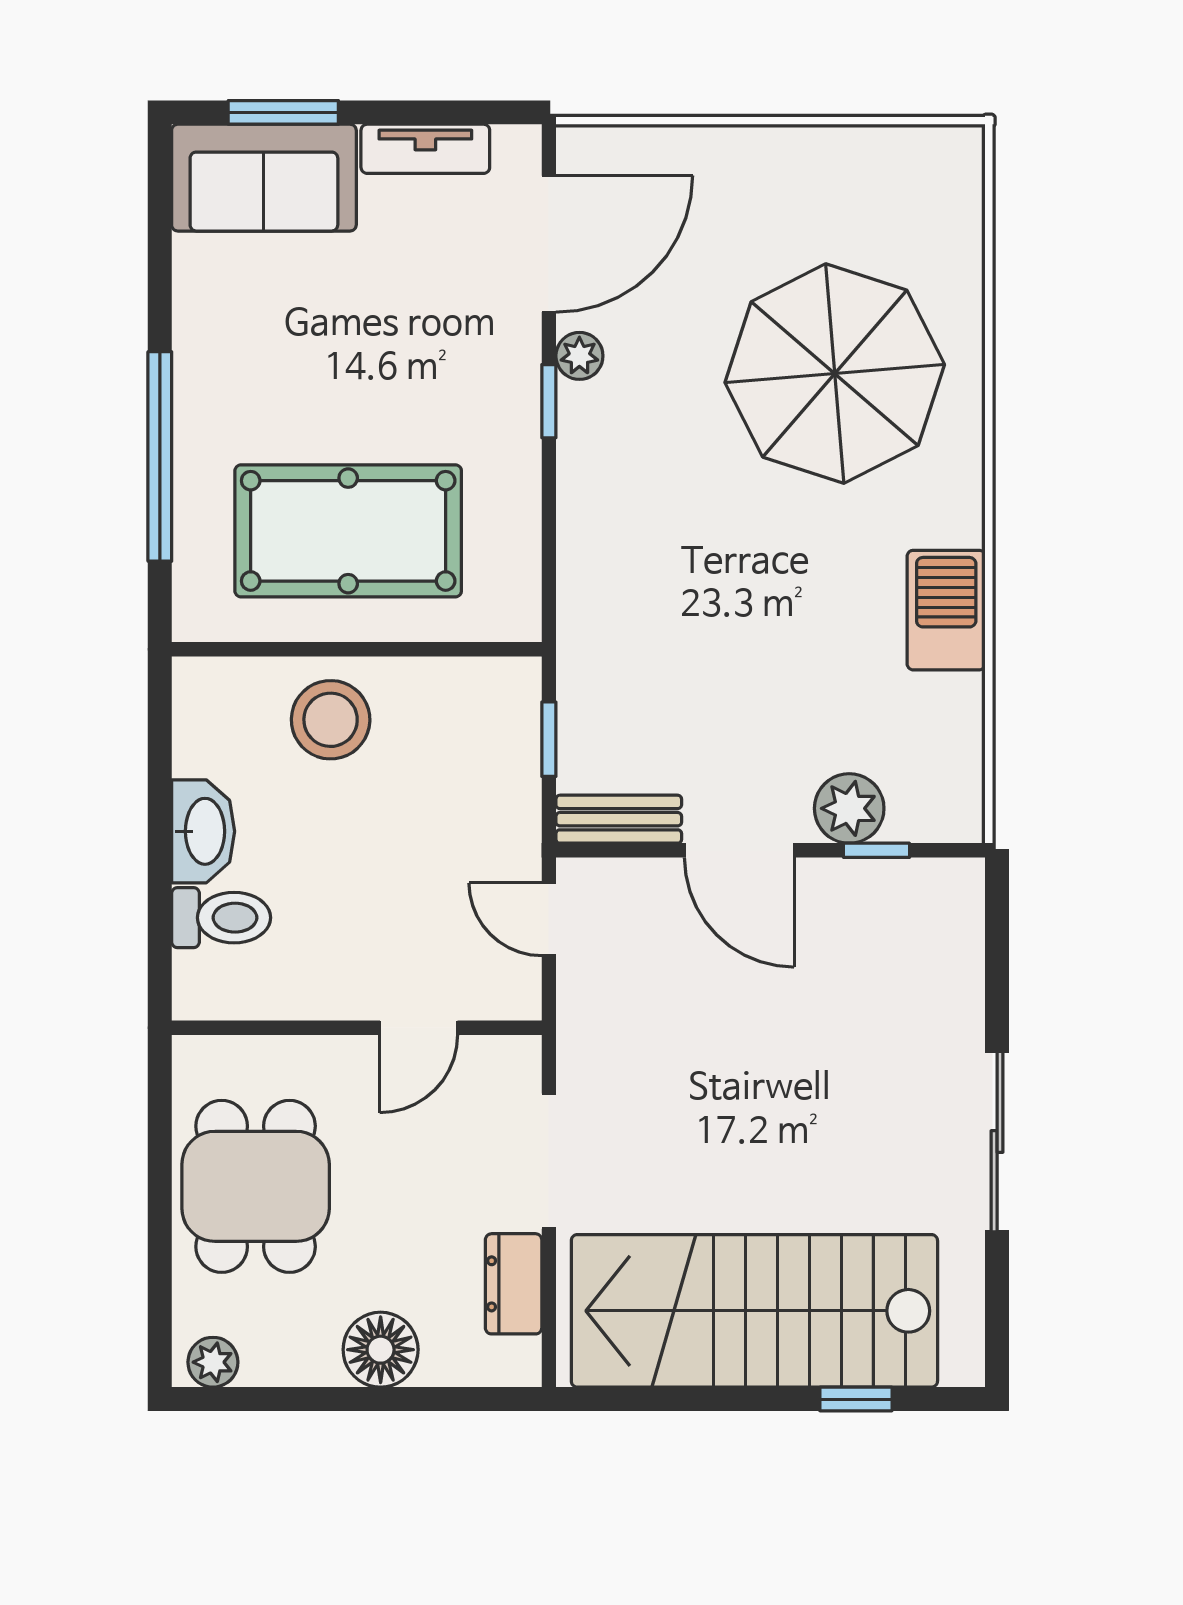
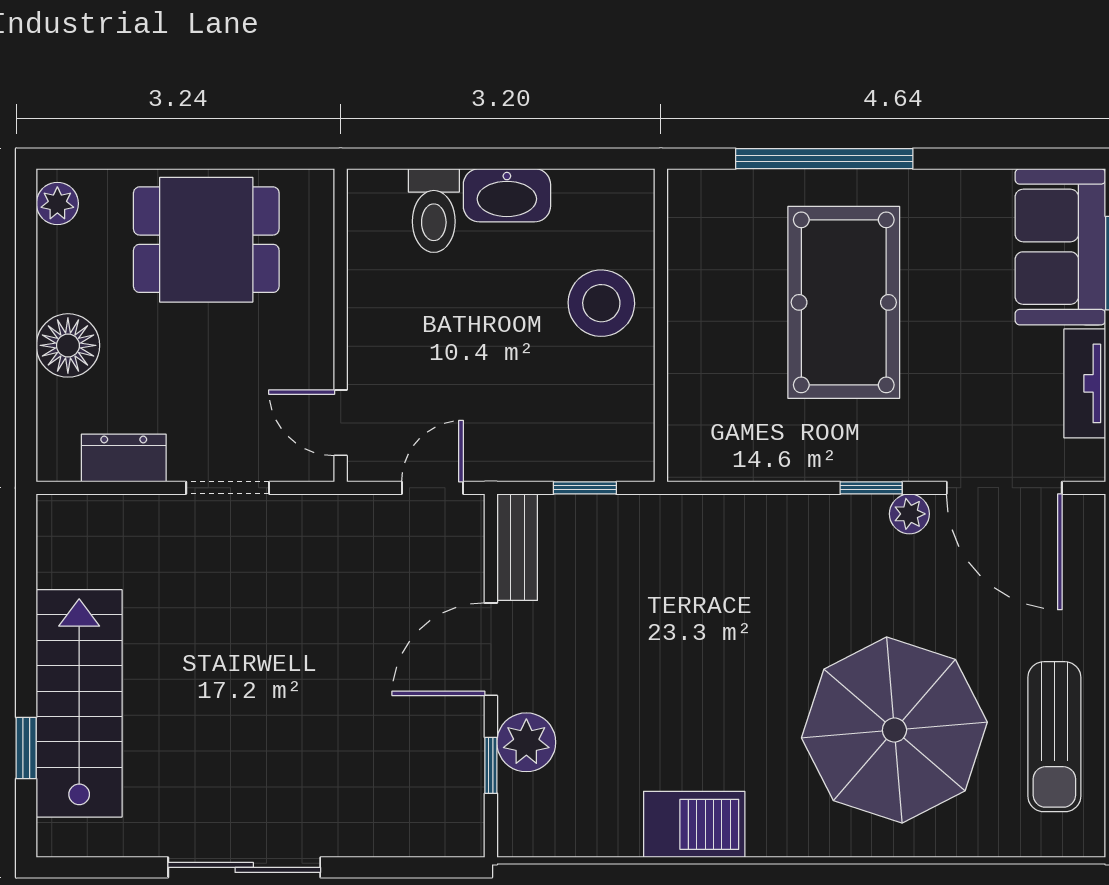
sun lounger: (843, 185) -> (1054, 737), added
pool table: (348, 531) -> (844, 302), moved
door: (419, 1028) -> (341, 423), moved
doorway: (549, 1161) -> (228, 488), width x0.73
stairs: (754, 1311) -> (79, 703), width x0.73, depth x0.66

